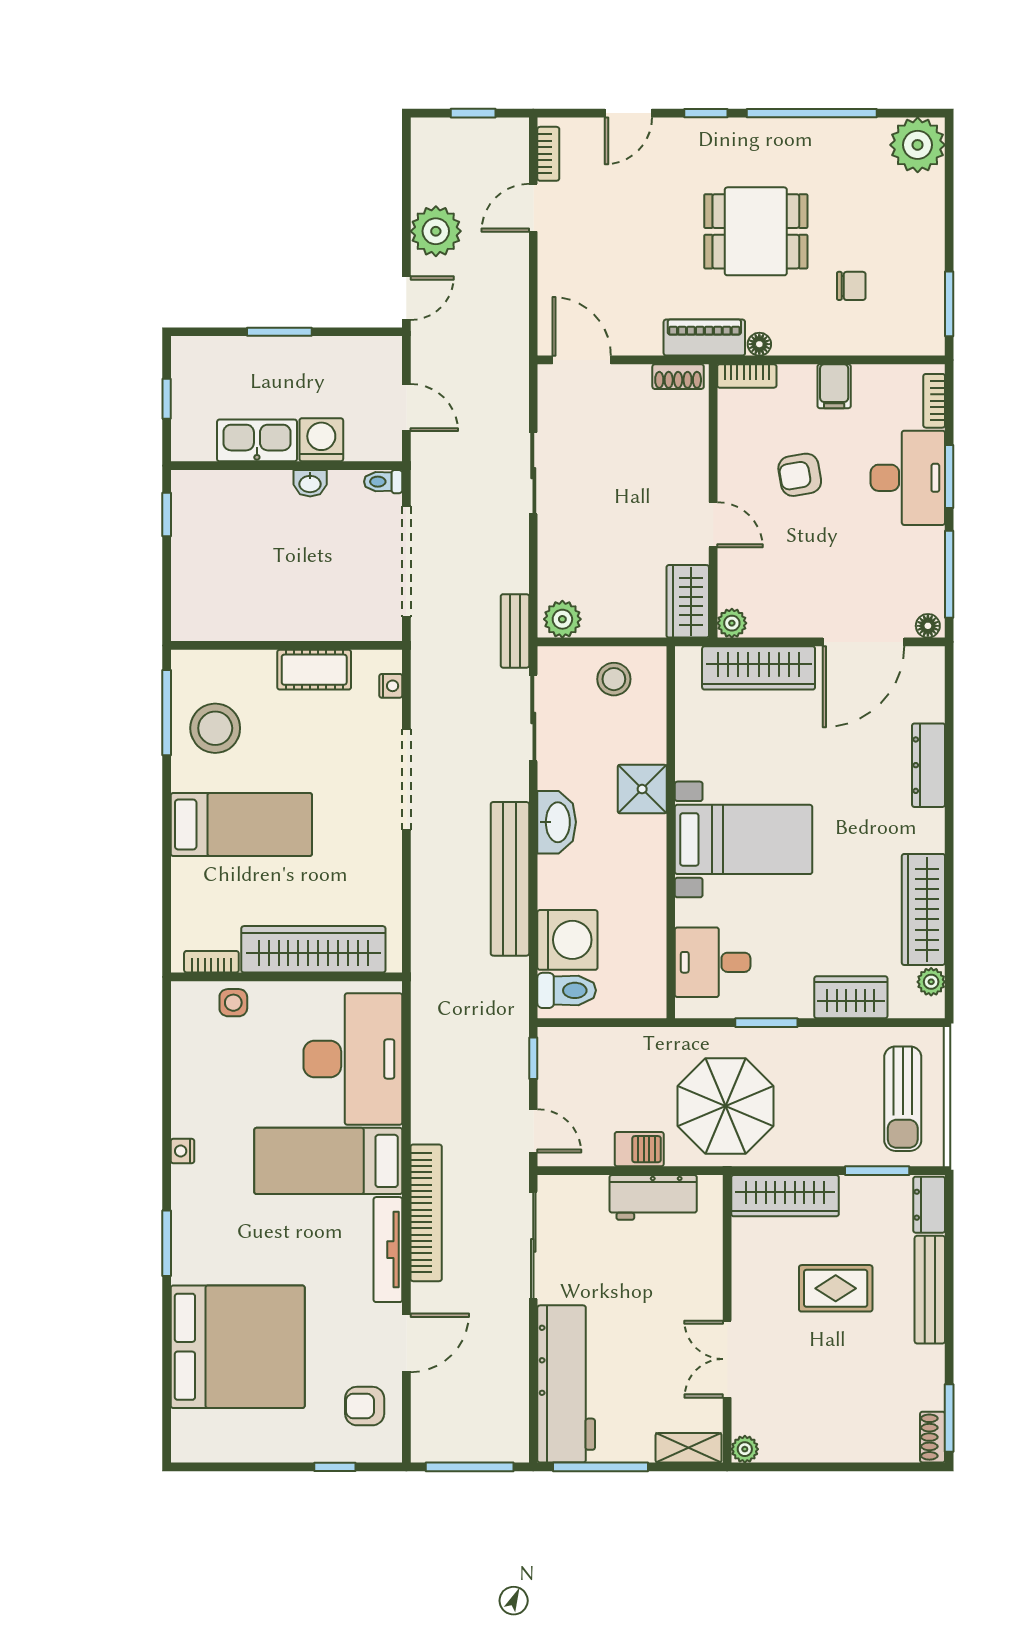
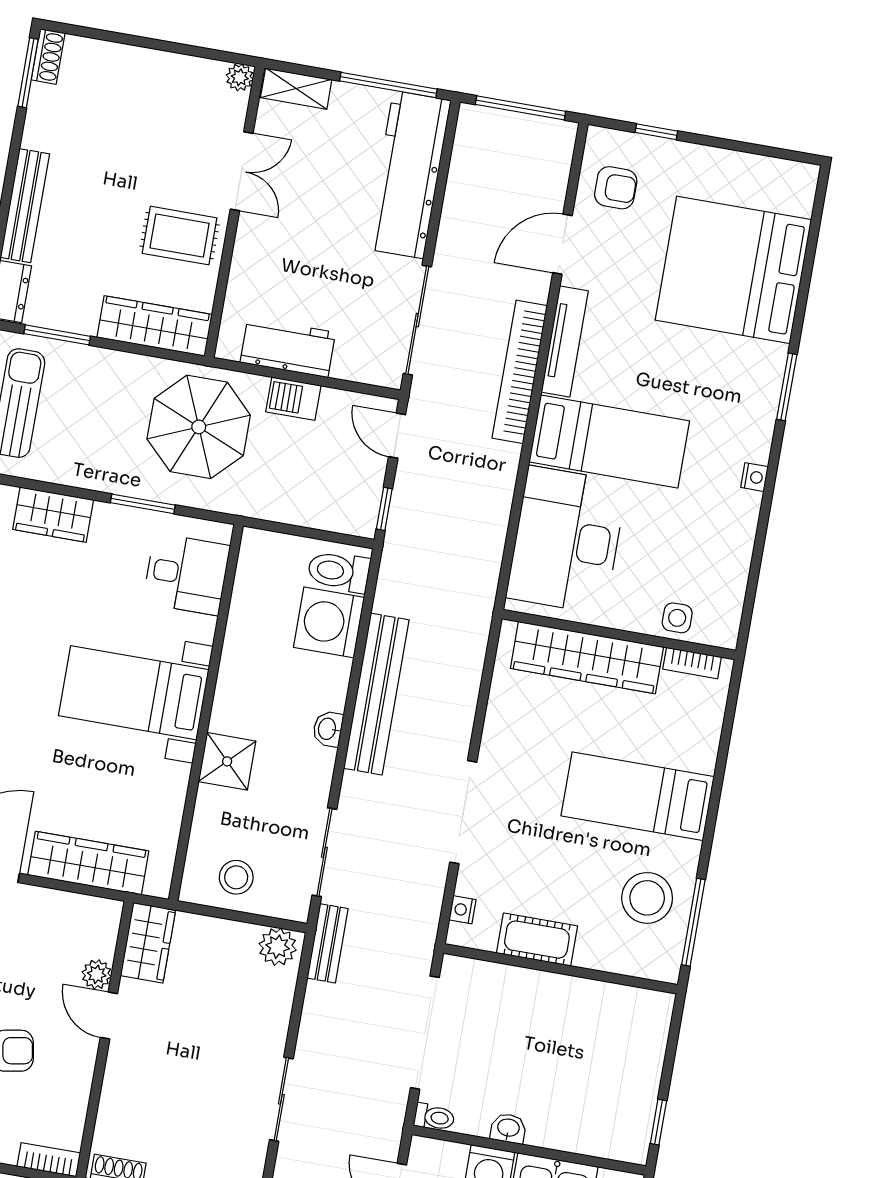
plant: (732, 623) -> (97, 974), moved
washbasin: (557, 822) -> (328, 729), width x0.52, depth x0.69
rug: (836, 1288) -> (180, 236), moved

